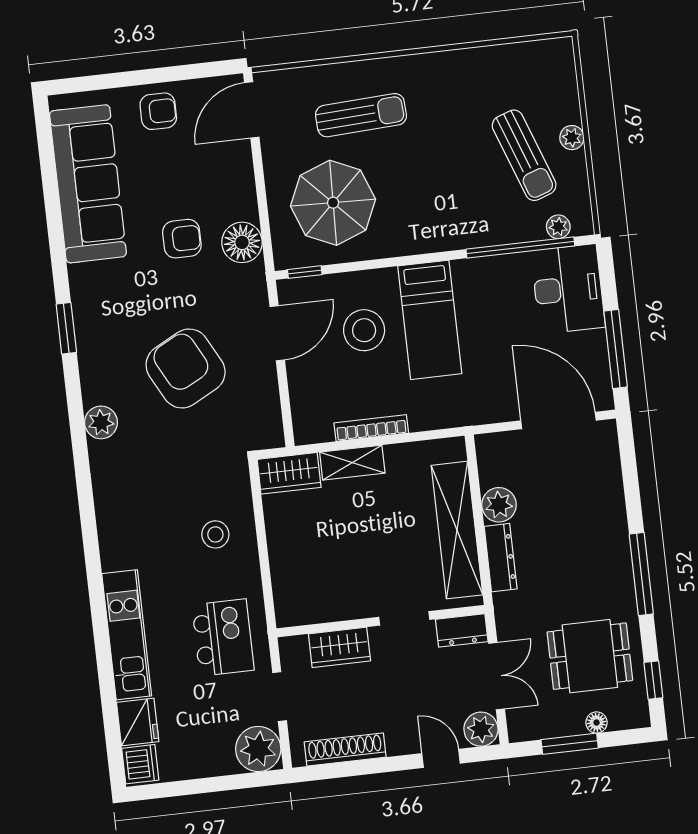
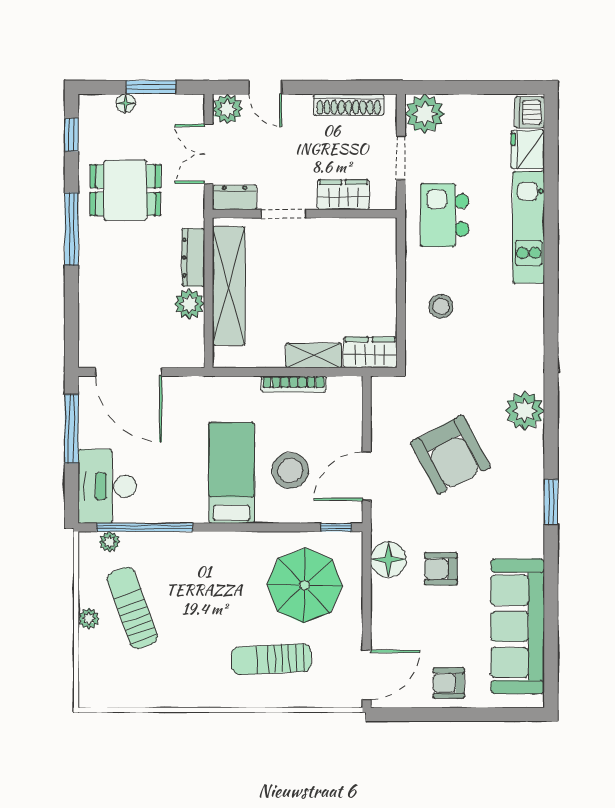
plant: (101, 422) -> (525, 411), width x1.36, depth x1.36
dining table: (590, 656) -> (125, 190), moved

